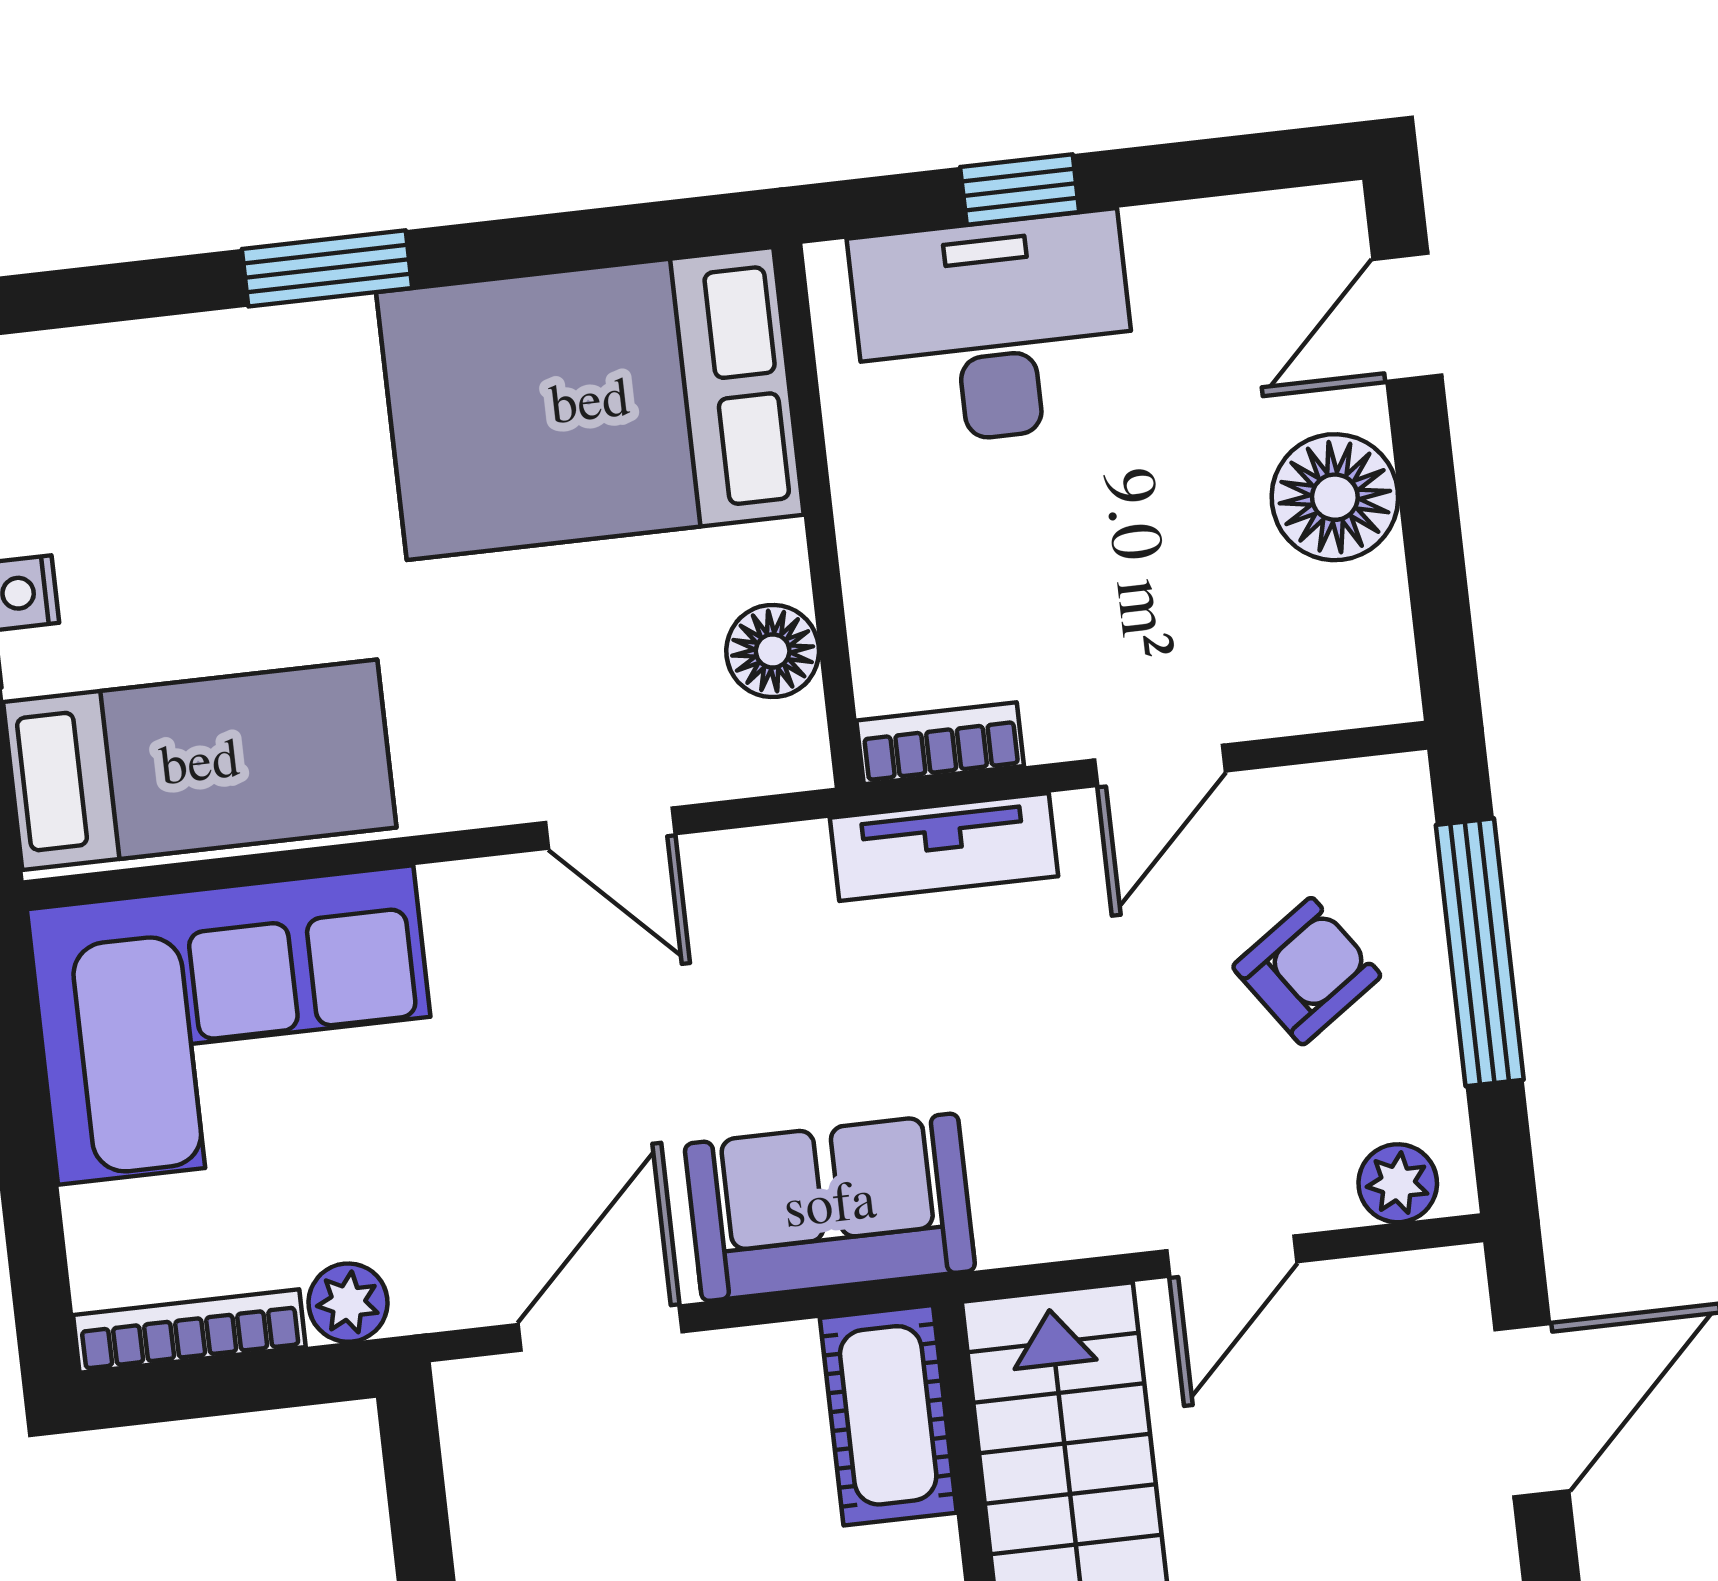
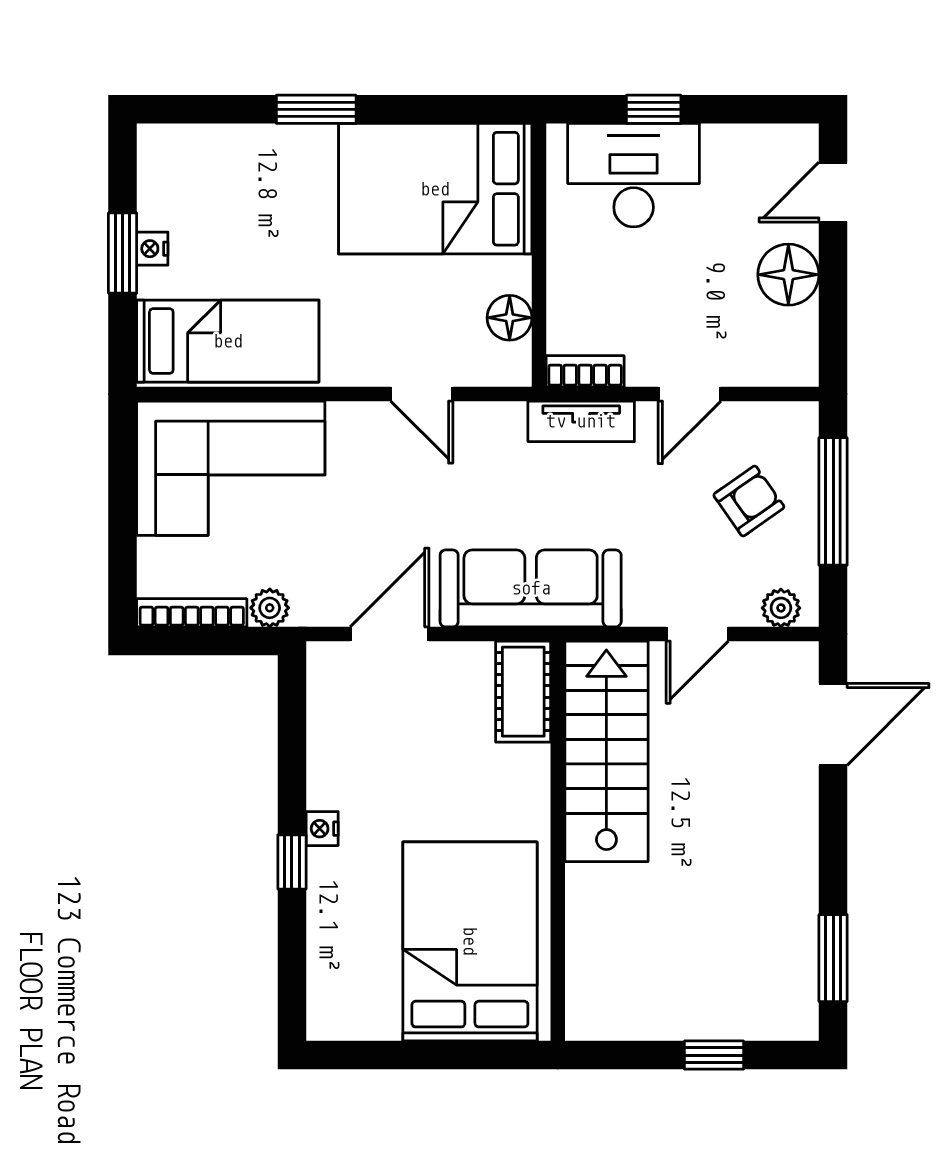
sofa: (830, 1207) -> (531, 588), width x1.36

